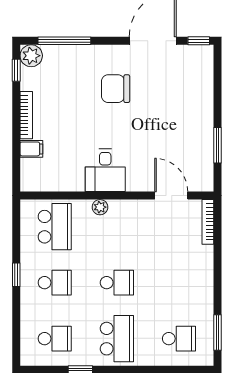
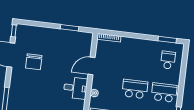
chair: (116, 89) -> (34, 62), moved
door: (171, 196) -> (92, 66), moved
school desk: (117, 283) -> (135, 89), width x1.85

